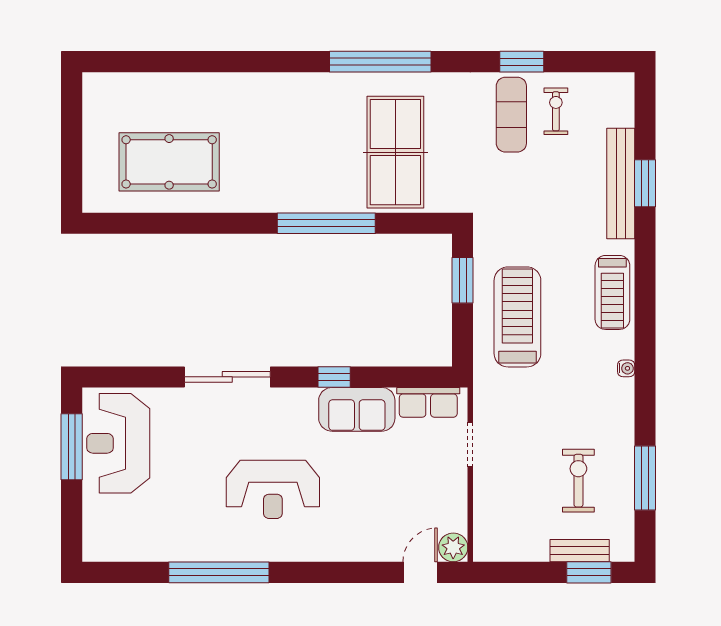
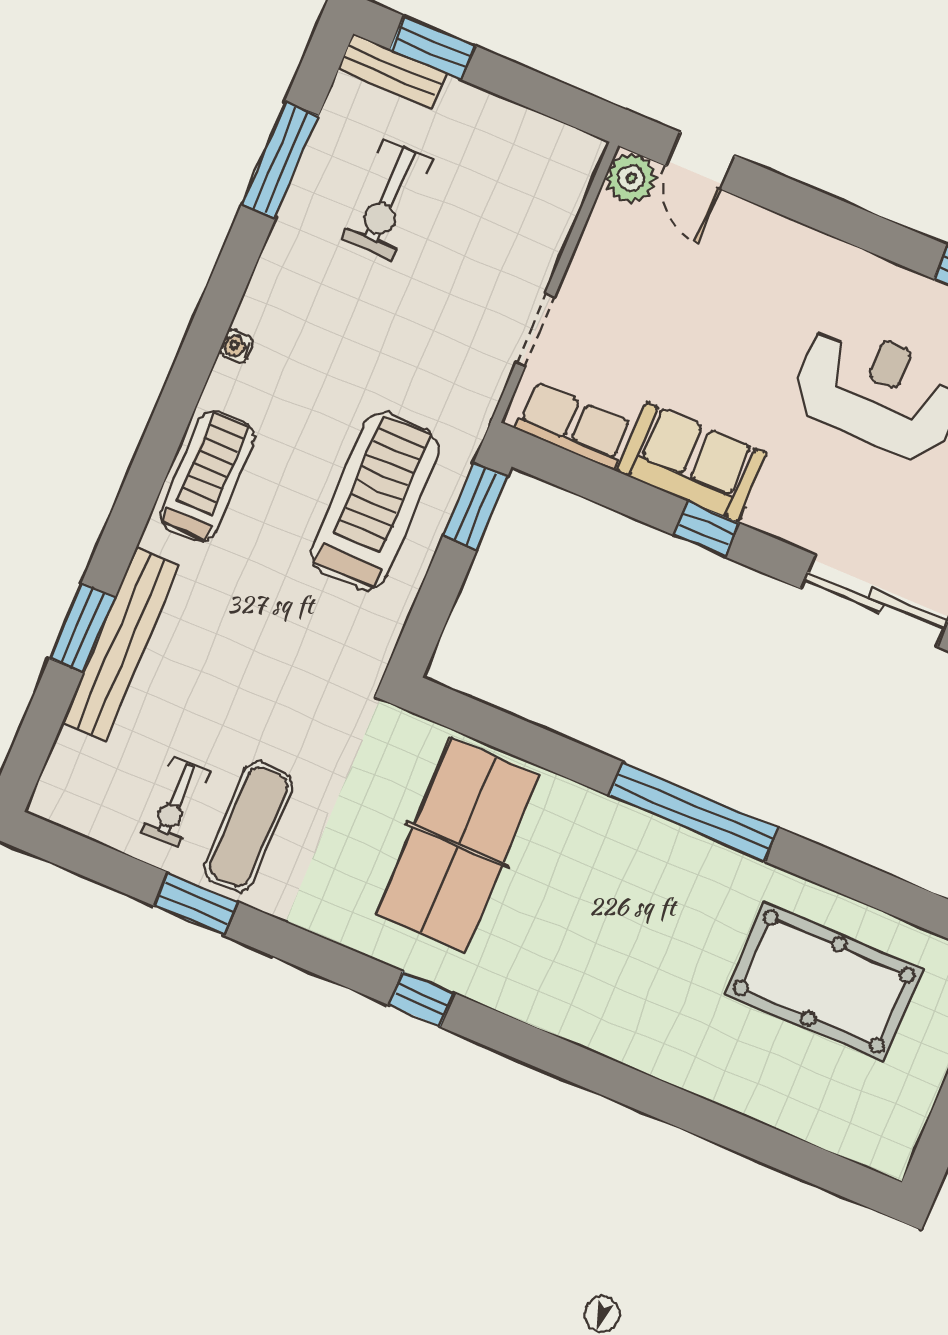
window: (380, 62) -> (421, 999), width x0.32
window: (326, 223) -> (694, 812), moved
window: (463, 280) -> (475, 507), moved
treadmill: (517, 317) -> (375, 501), turned 180
bench: (580, 551) -> (392, 71), moved
door: (420, 572) -> (701, 161), hinge flipped

